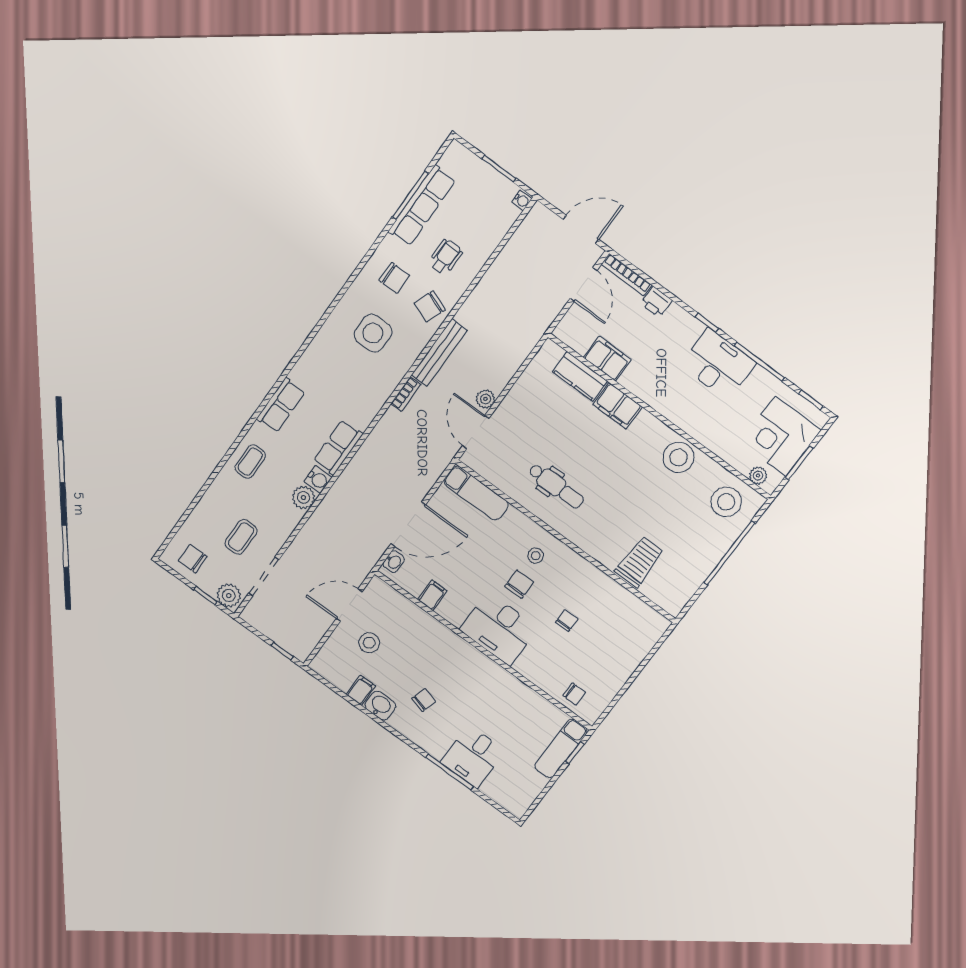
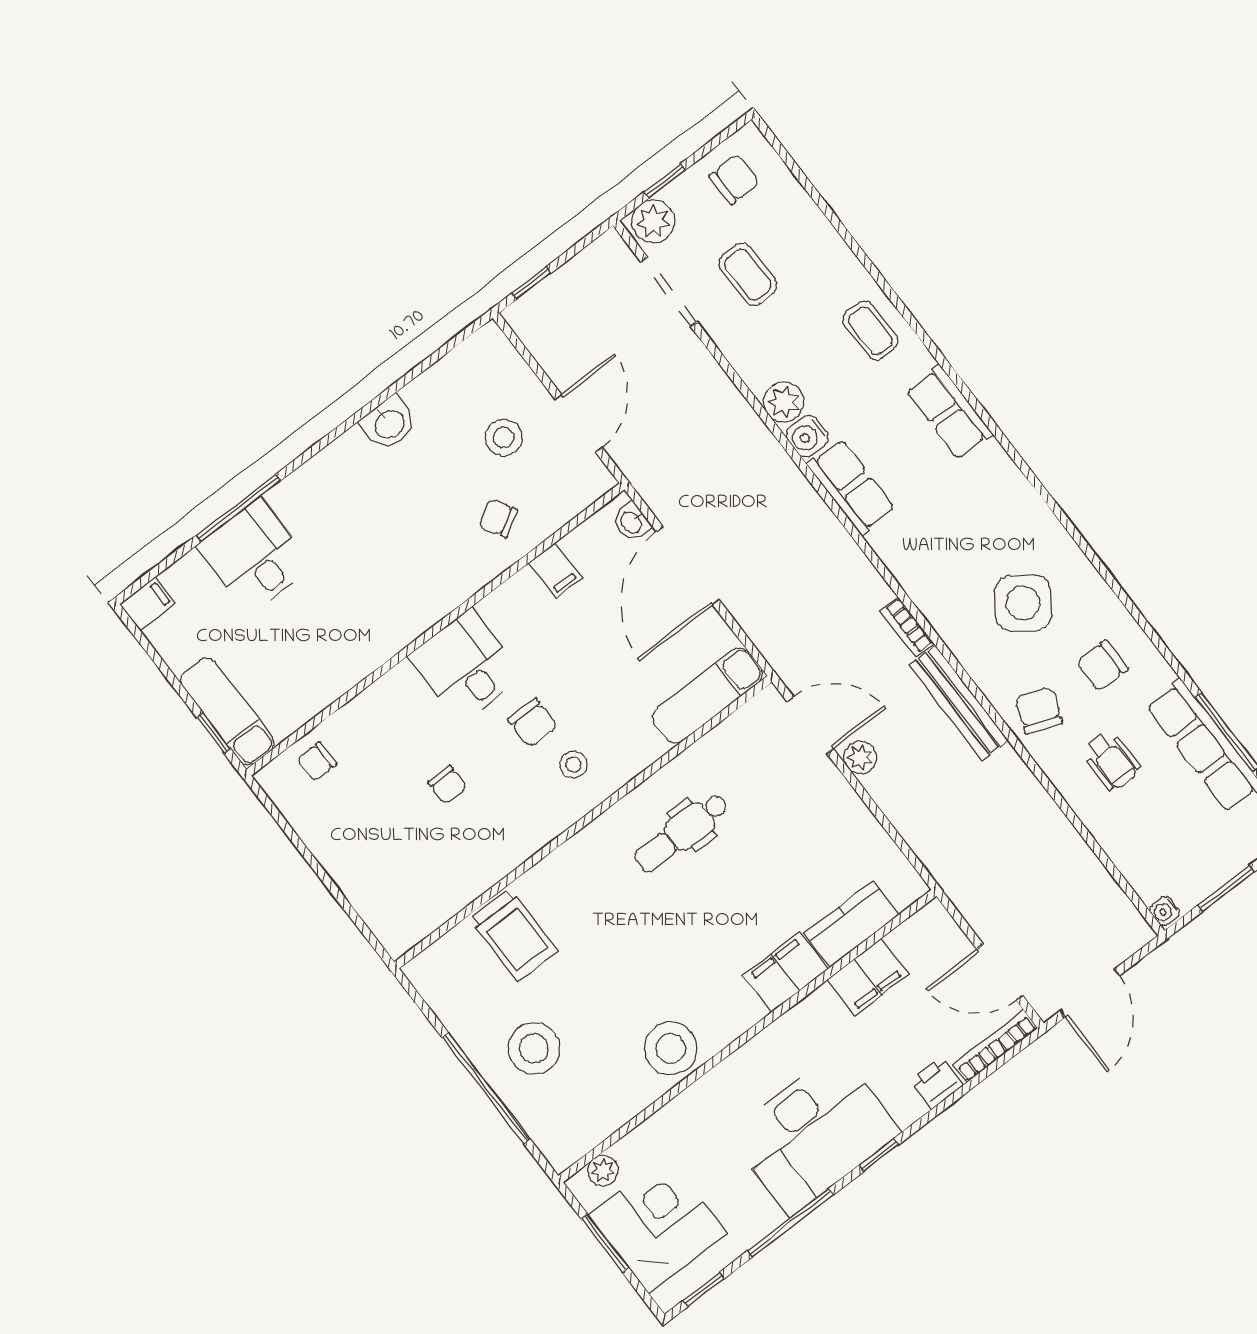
side table: (373, 333) -> (1023, 603), turned 36
desk: (718, 364) -> (814, 1134), width x1.36, depth x1.30
stool: (726, 502) -> (534, 1048), moved
desk: (499, 629) -> (466, 666), width x0.73
filing cabinet: (361, 690) -> (147, 604), moved, turned -90
chair: (424, 700) -> (498, 518), moved, turned 133

